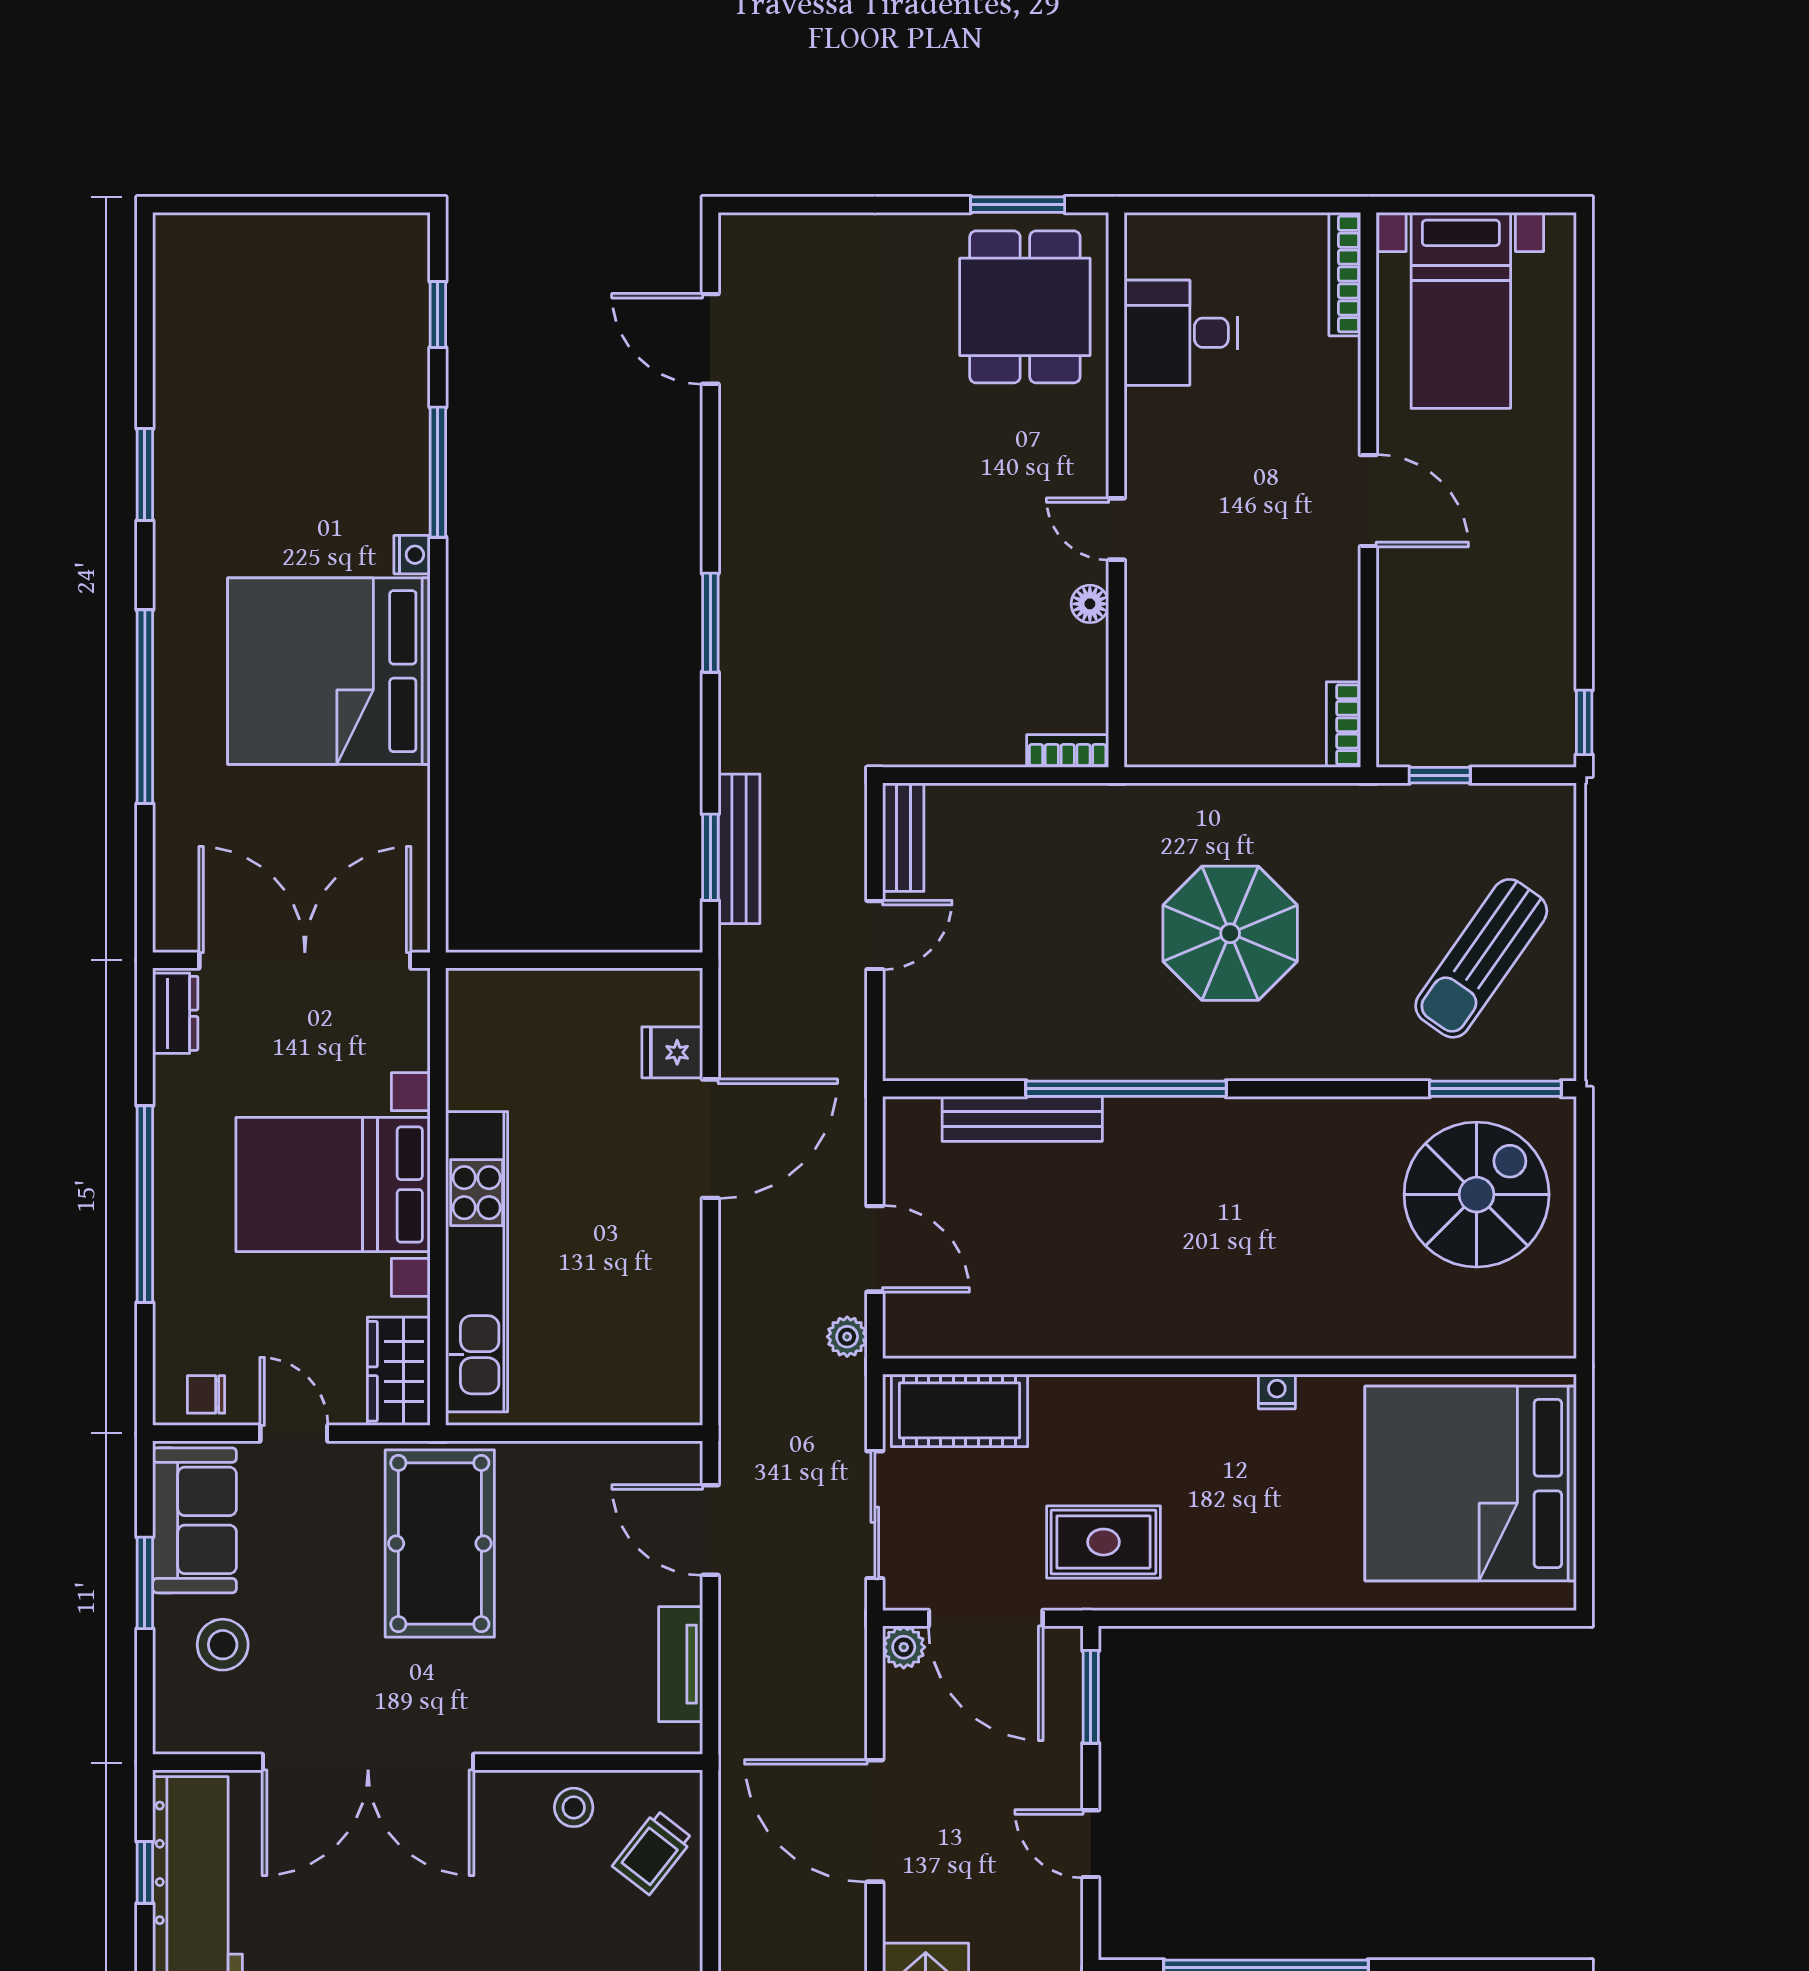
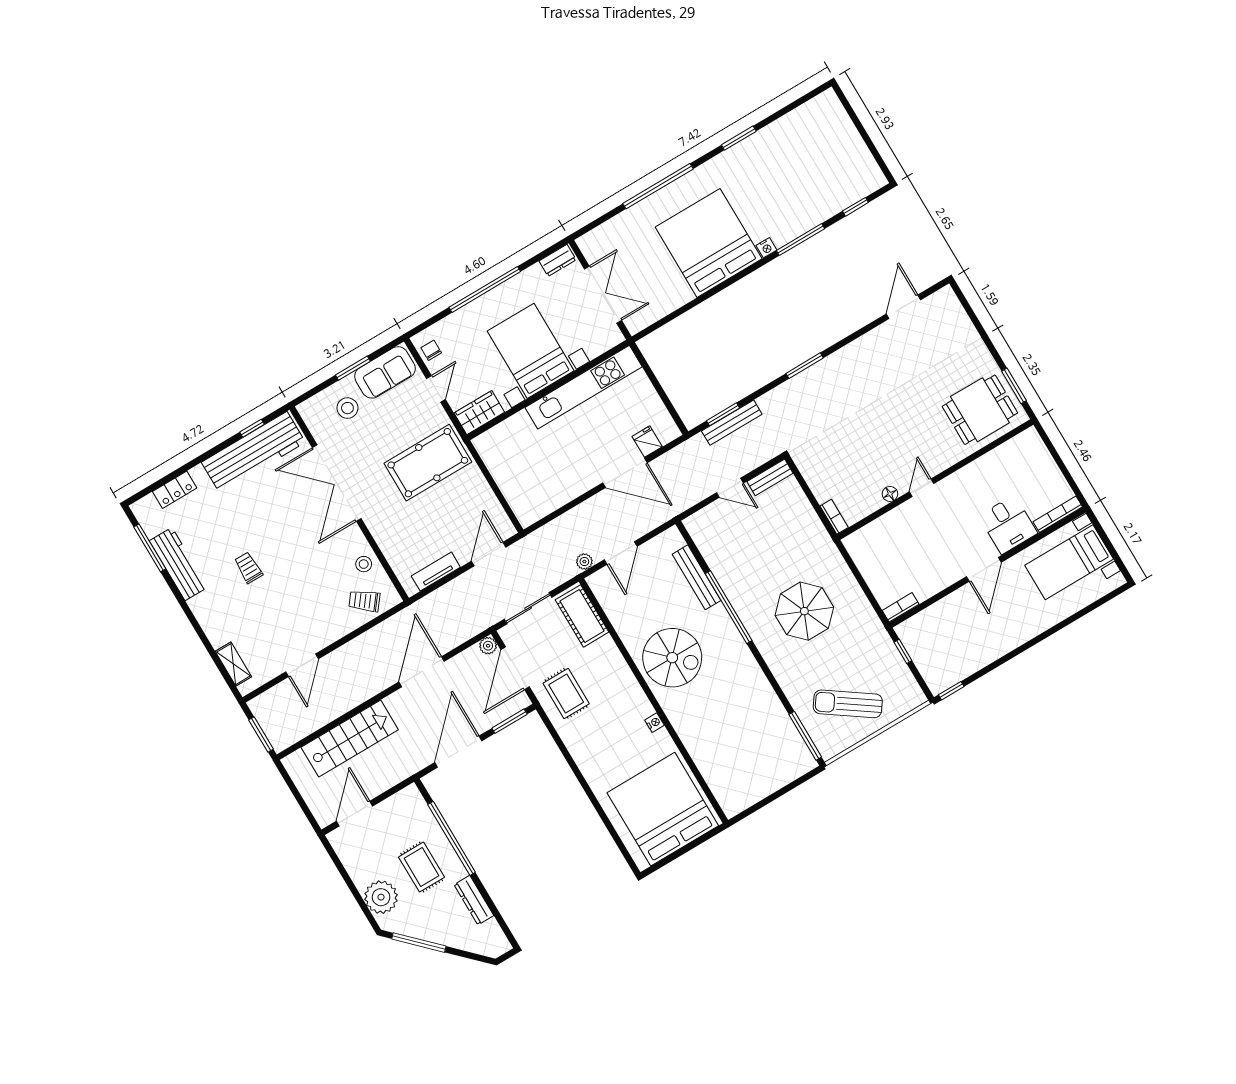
desk: (1181, 333) -> (1008, 525), moved, turned 180
double door: (305, 960) -> (603, 295), width x0.73
spiral stairs: (1477, 1195) -> (672, 658), moved
kitchen unit: (477, 1262) -> (584, 387), moved
door: (1091, 1844) -> (458, 752), width x1.88

